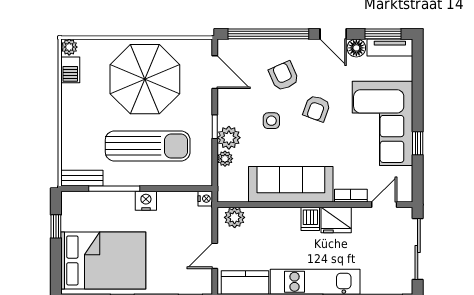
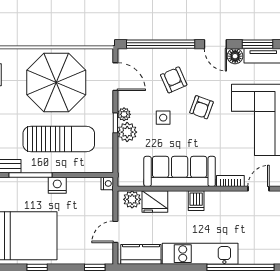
plant: (225, 159) -> (124, 114), moved
fridge: (336, 220) -> (155, 202), moved

